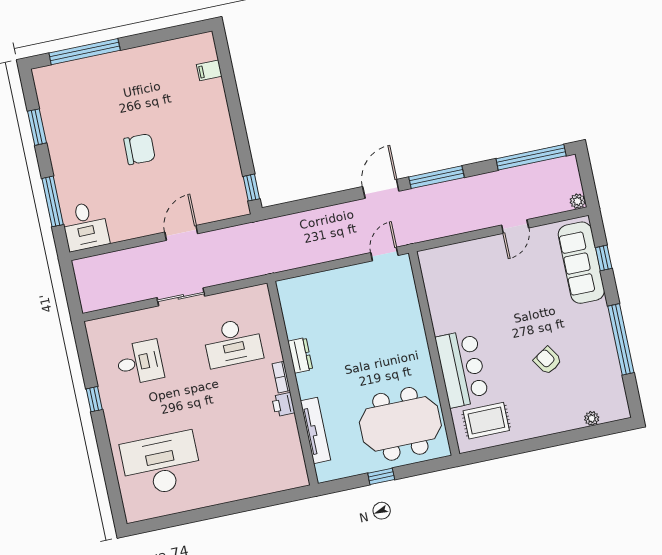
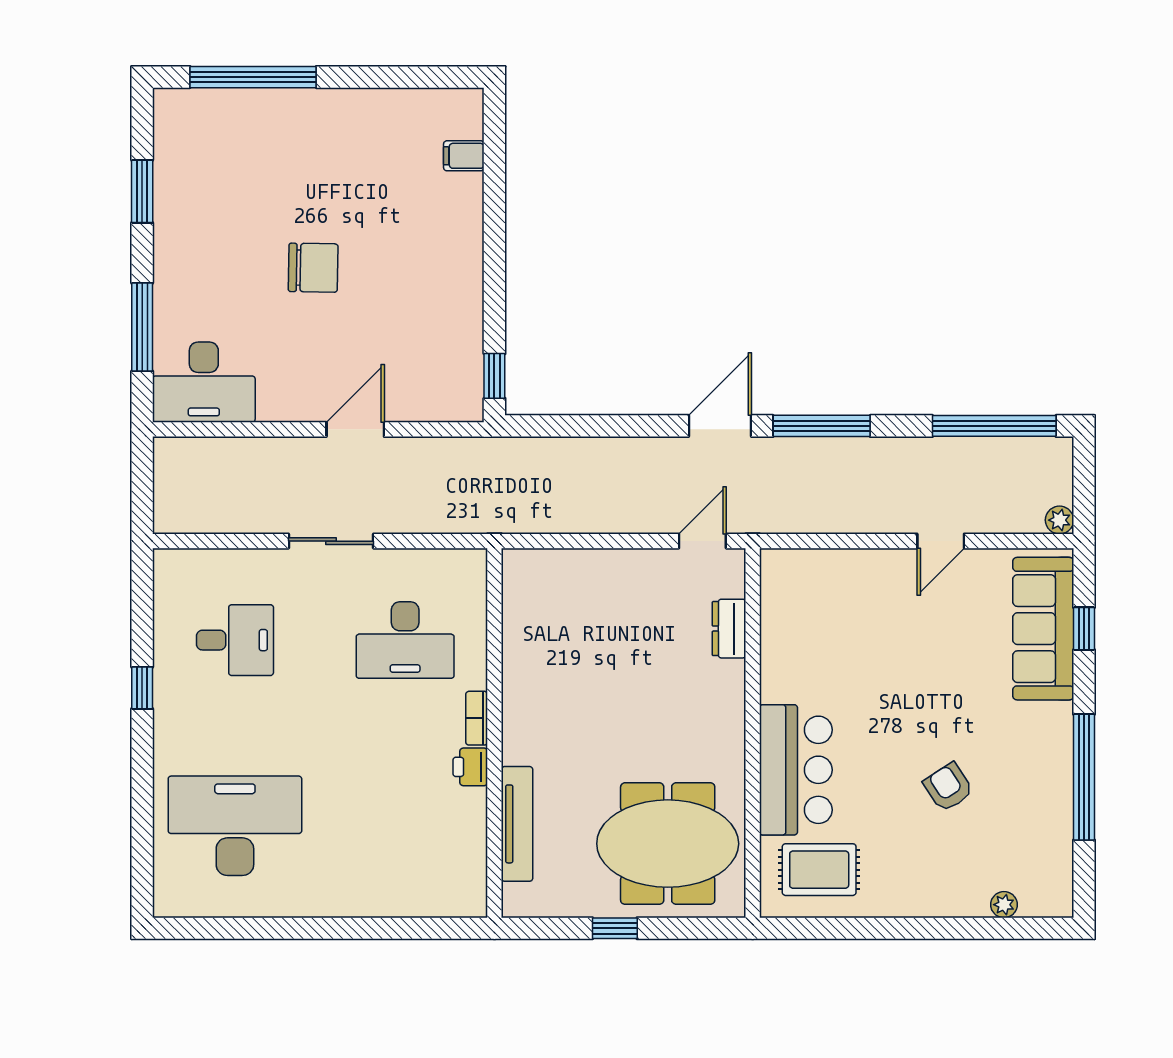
desk: (85, 226) -> (204, 382), width x1.37
dresser: (300, 355) -> (729, 629), moved, turned 180

